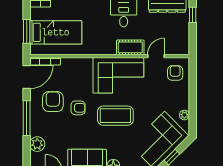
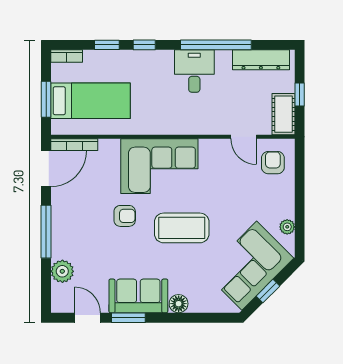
window: (193, 15) -> (300, 95), moved
cot: (130, 47) -> (284, 114), moved, turned 90
door: (156, 56) -> (244, 137), swing flipped
corner sofa: (118, 75) -> (159, 166), moved
armchair: (53, 102) -> (86, 206), removed

